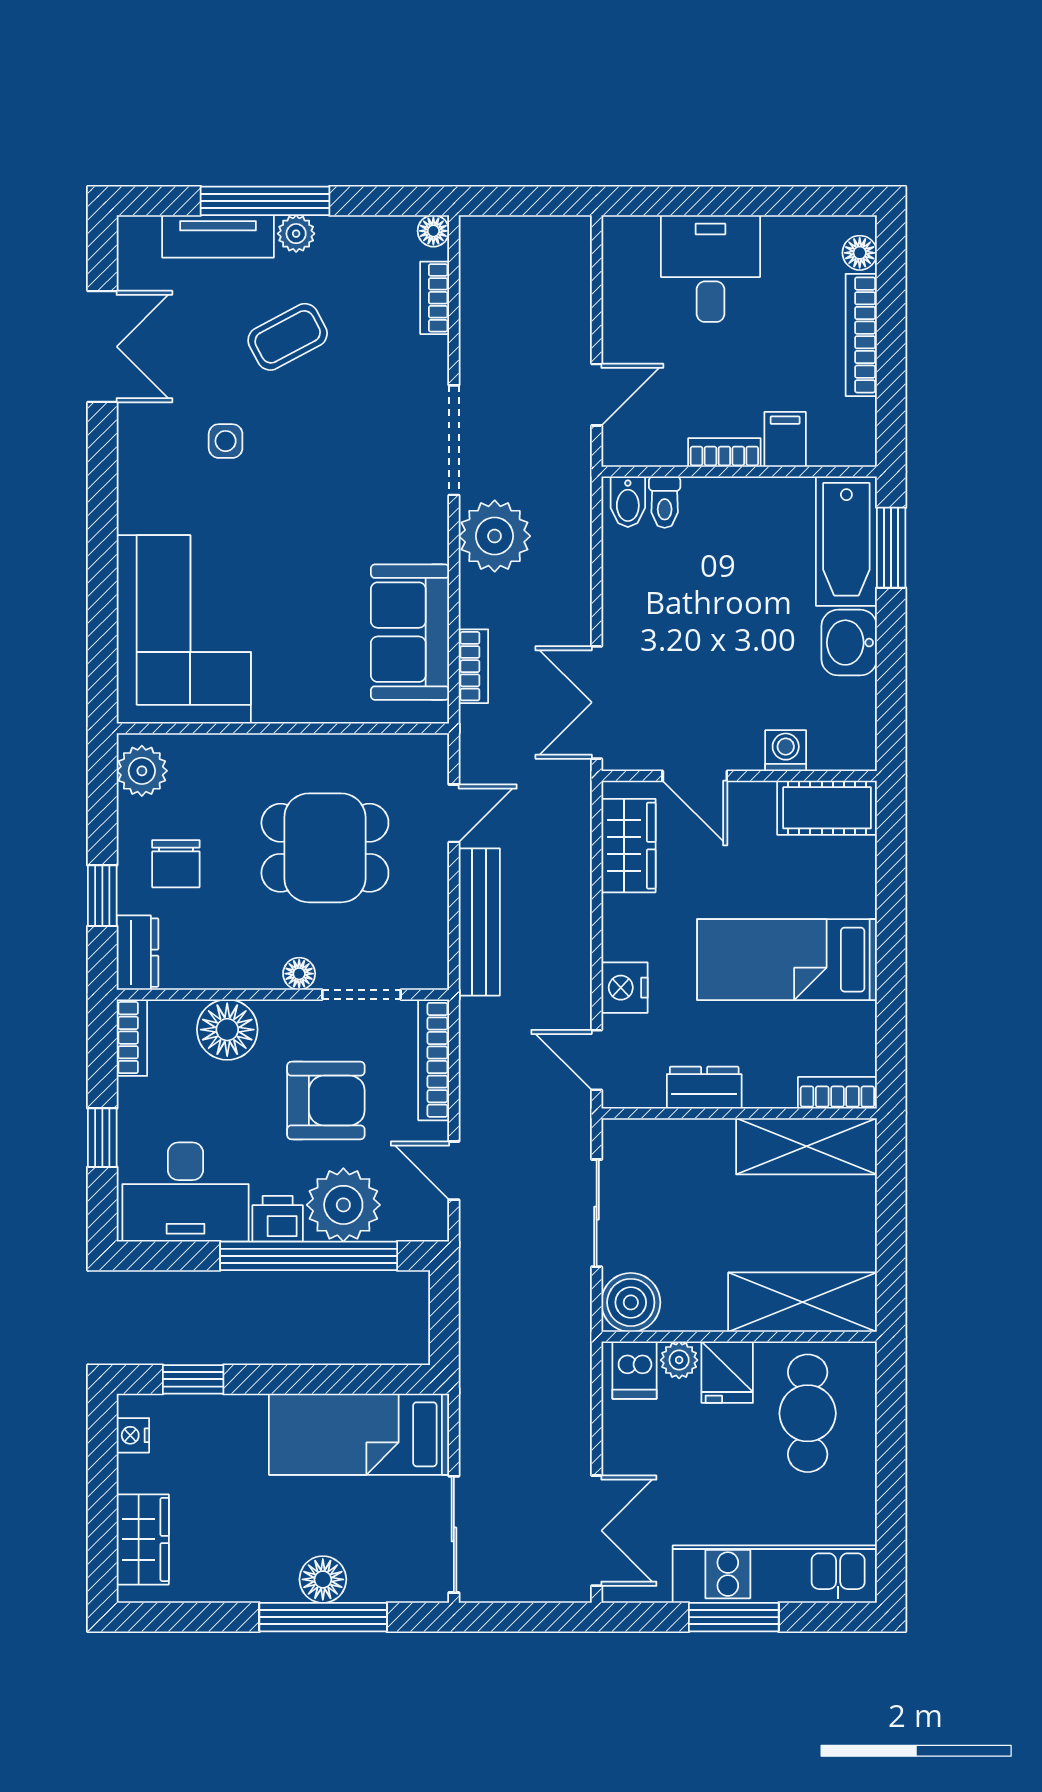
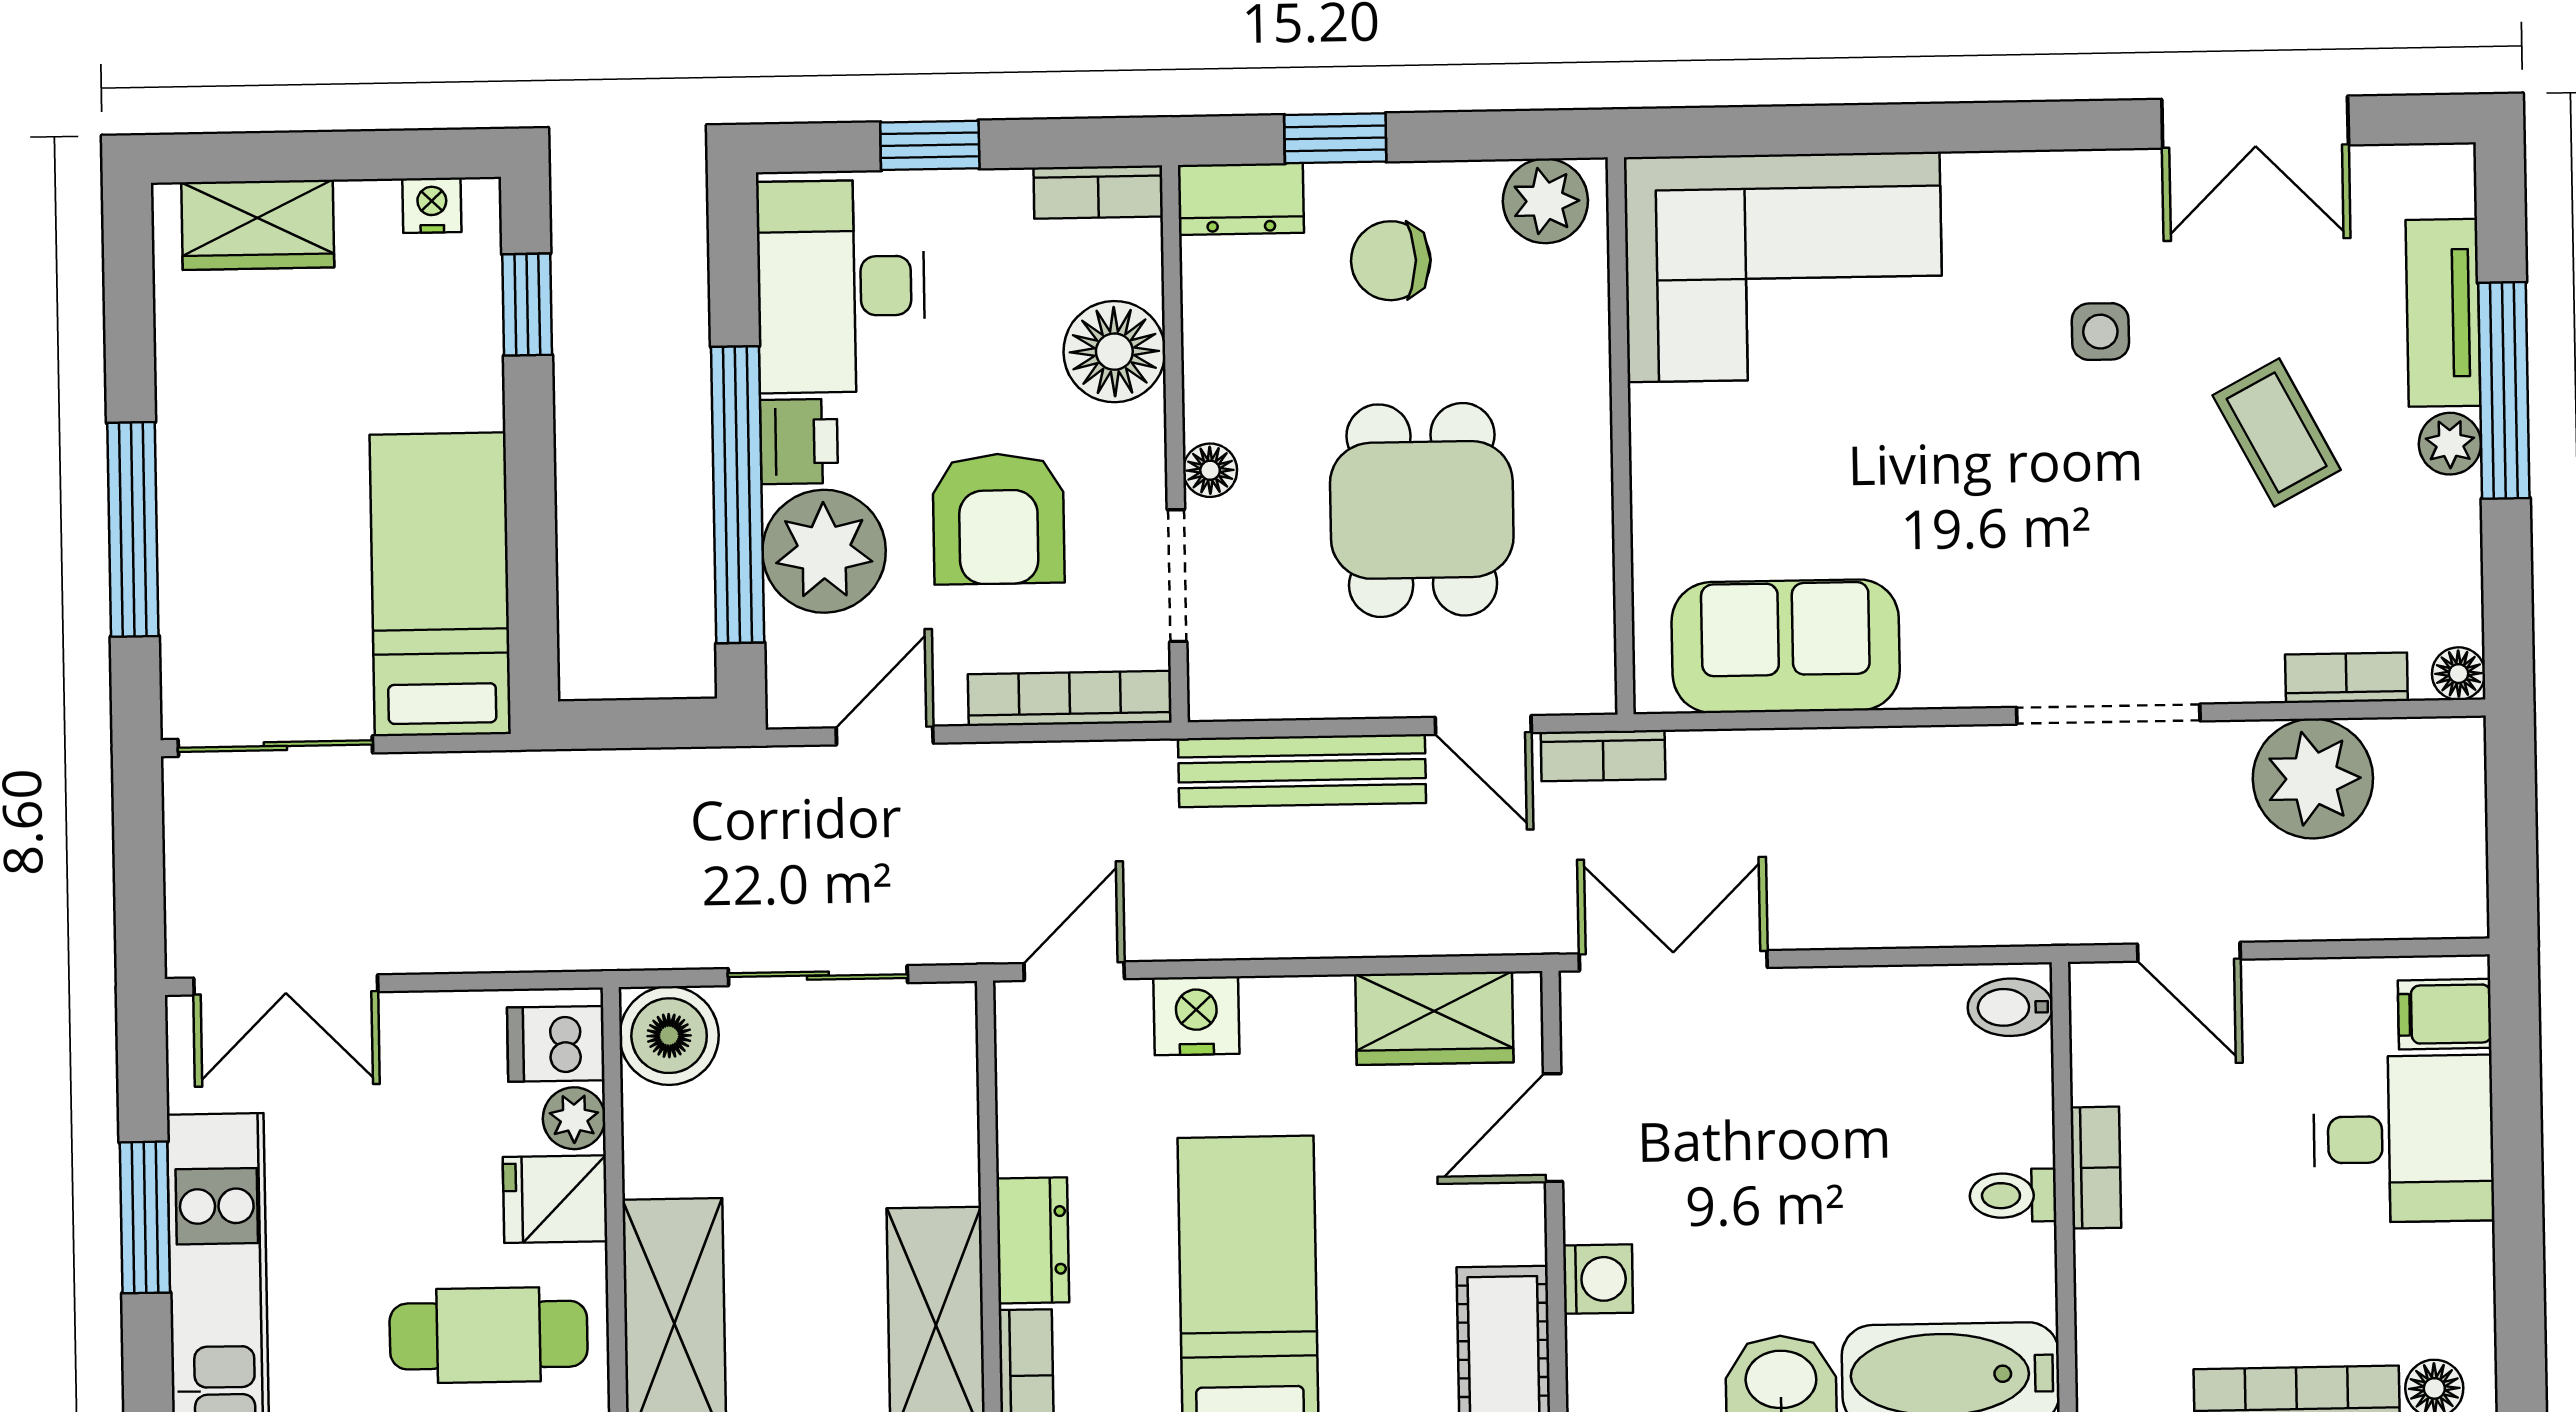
filing cabinet: (785, 439) -> (2445, 1014), moved, turned 180
toilet: (665, 502) -> (2013, 1195), moved
plant: (495, 536) -> (2313, 779), moved
bookcase: (473, 666) -> (1603, 756), moved
dresser: (704, 1088) -> (1033, 1240), moved
floor lamp: (323, 1579) -> (196, 528), removed

